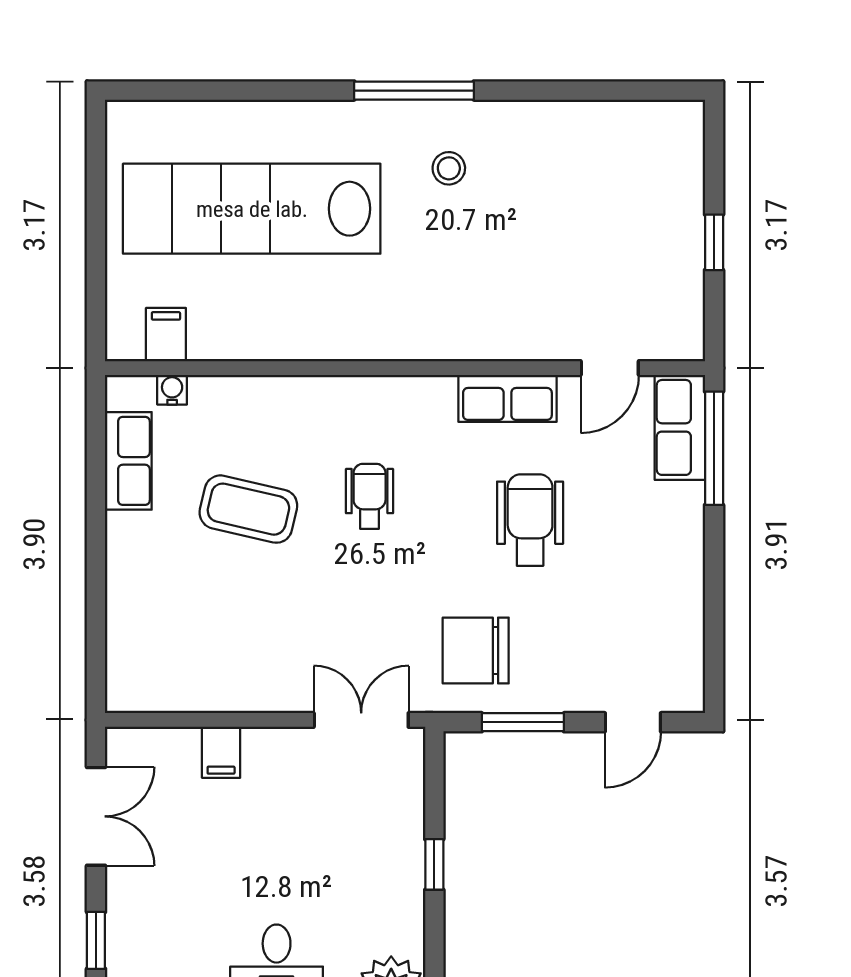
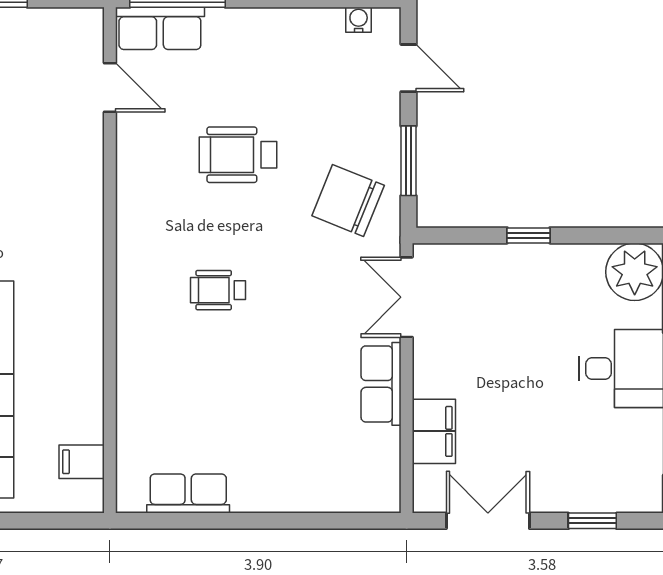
water cooler: (172, 390) -> (359, 20), moved, turned 90
row of seats: (507, 398) -> (381, 384), moved, turned 180
coffee table: (248, 509) -> (229, 392), removed
chair: (476, 651) -> (348, 201), turned 112
filing cabinet: (221, 752) -> (434, 431), width x2.00

